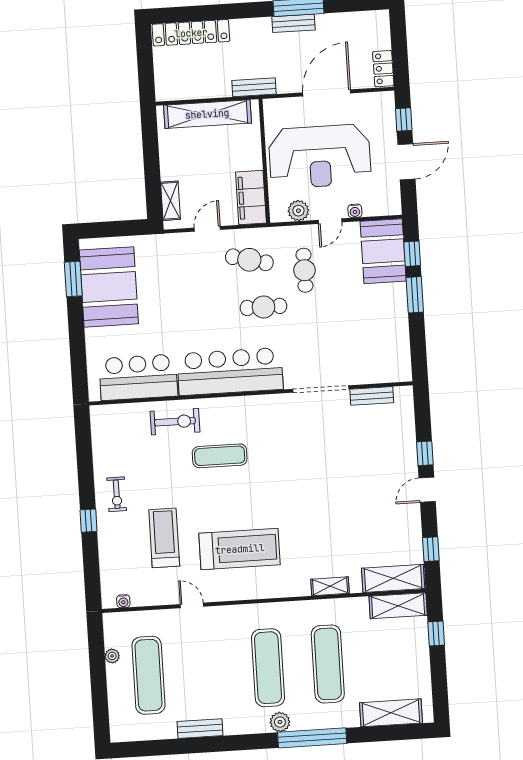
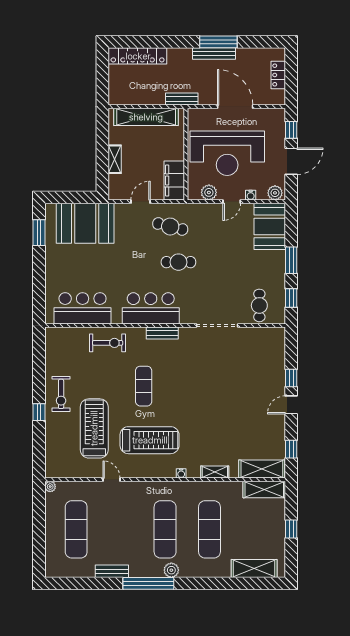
bench: (294, 23) -> (214, 54), width x1.36
locker: (383, 69) -> (278, 75), moved
door: (327, 93) -> (235, 107), hinge flipped
shelving: (170, 201) -> (115, 159), moved
plant: (387, 206) -> (275, 193), added
window: (412, 254) -> (291, 298), moved
cafe table: (304, 270) -> (259, 305), moved
booth: (109, 287) -> (85, 223), moved, turned 90
bar counter: (230, 372) -> (151, 308), width x0.73
bench: (372, 396) -> (162, 333), moved
exercise mat: (220, 456) -> (144, 386), moved, turned 90
exercise bike: (117, 494) -> (61, 394), width x1.38, depth x1.39
treadmill: (164, 538) -> (94, 428), width x1.37, depth x1.38
water cooler: (123, 601) -> (181, 473), moved
window: (436, 634) -> (291, 529), moved
plant: (112, 656) -> (50, 487), moved
window: (312, 738) -> (148, 583), moved

